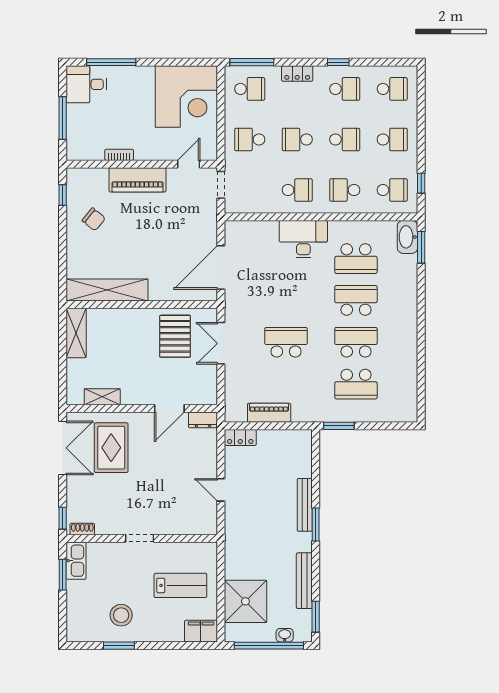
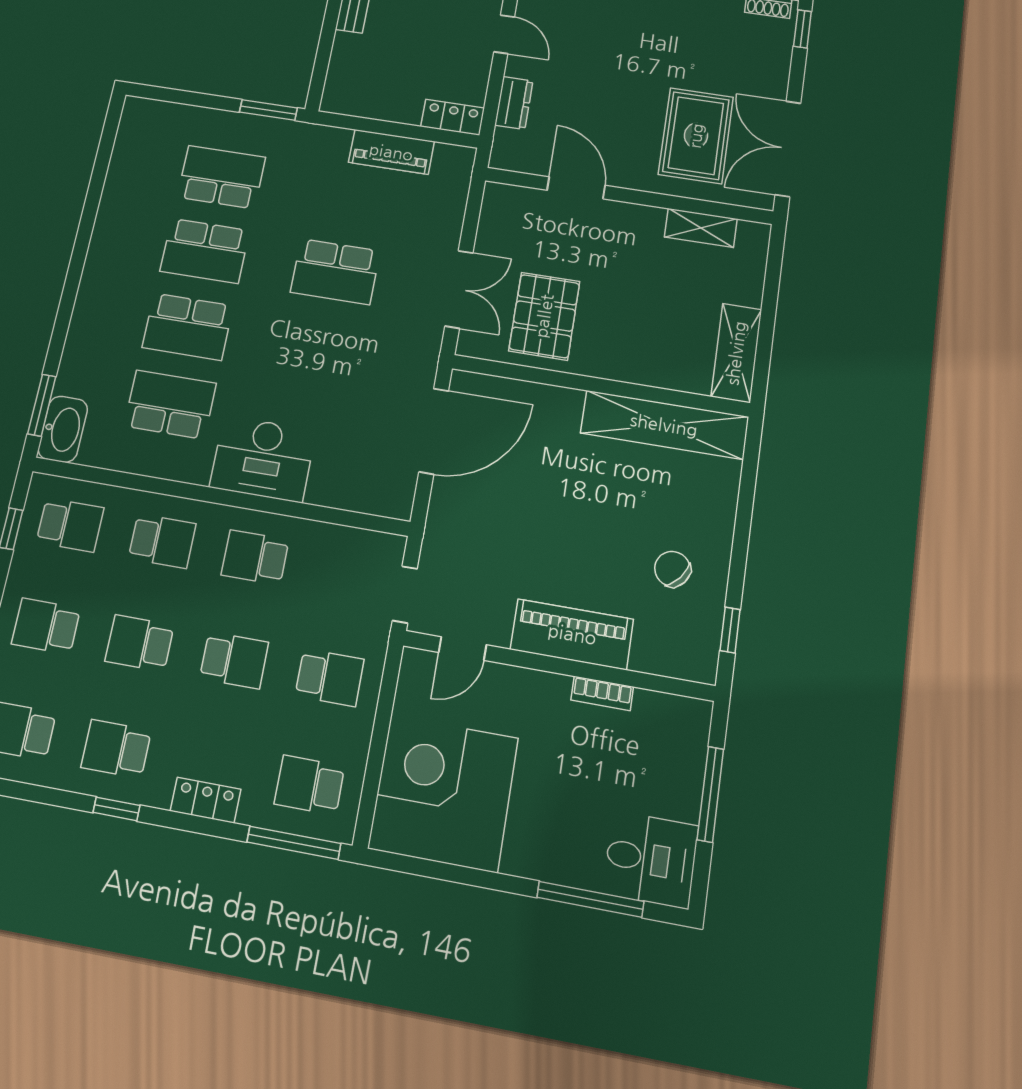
school desk: (392, 190) -> (70, 525), turned 180
door: (169, 408) -> (576, 188), hinge flipped
dresser: (203, 420) -> (514, 103), moved, turned 90

